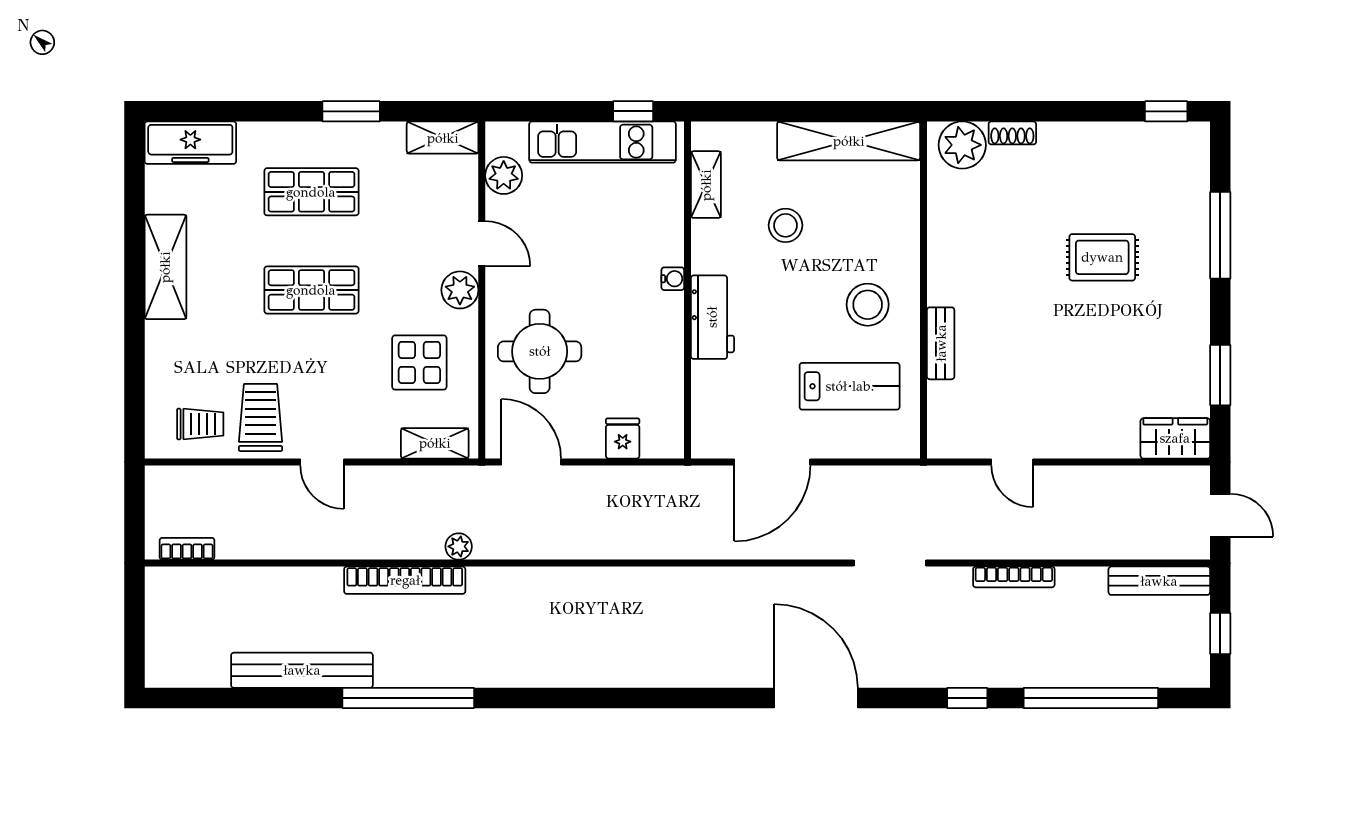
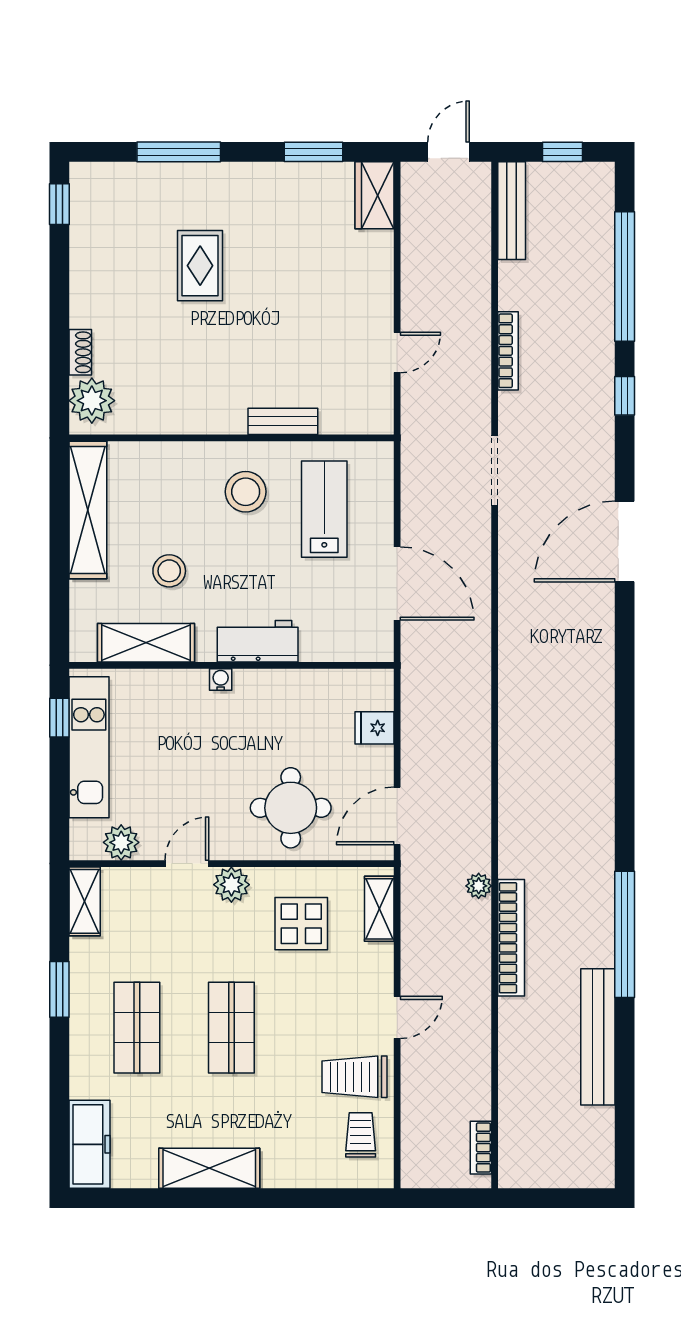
shelving: (706, 185) -> (146, 643), width x1.50, depth x1.33

